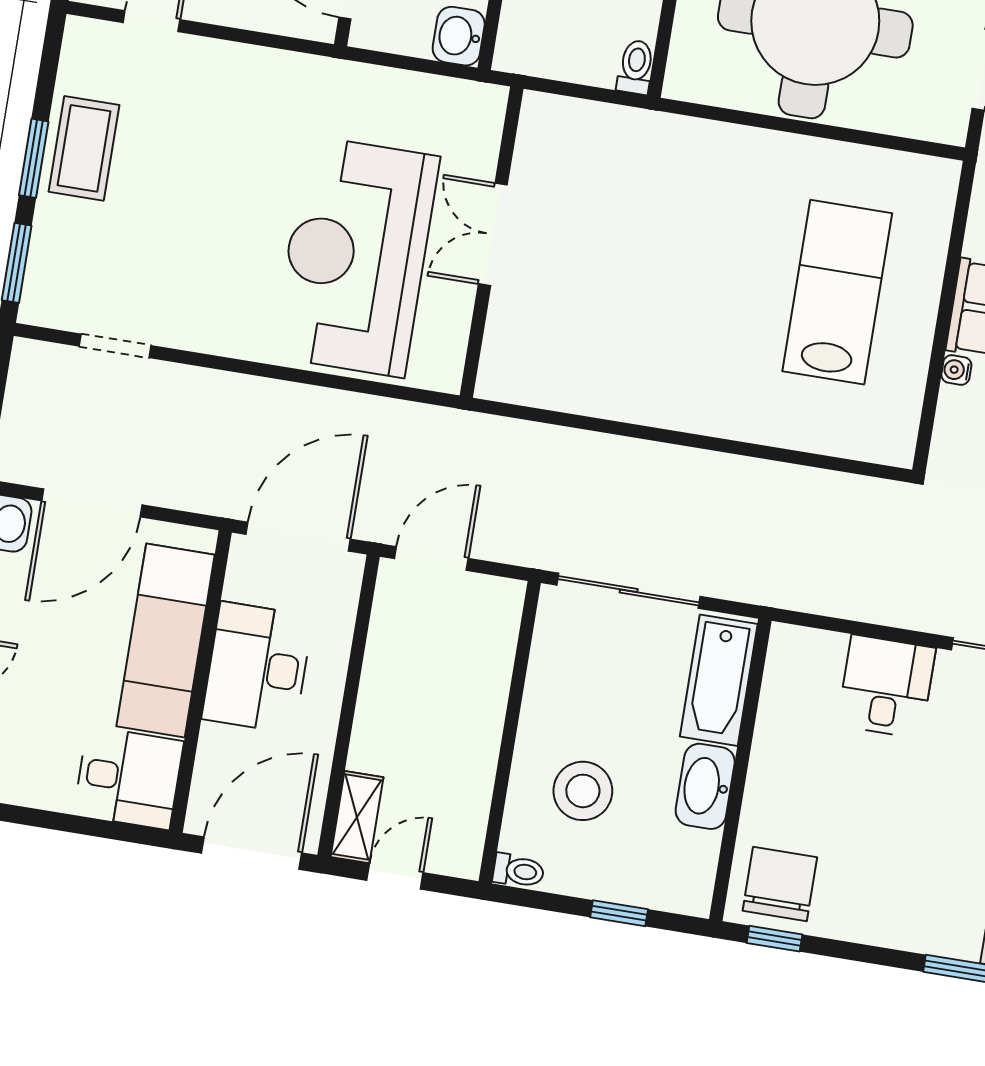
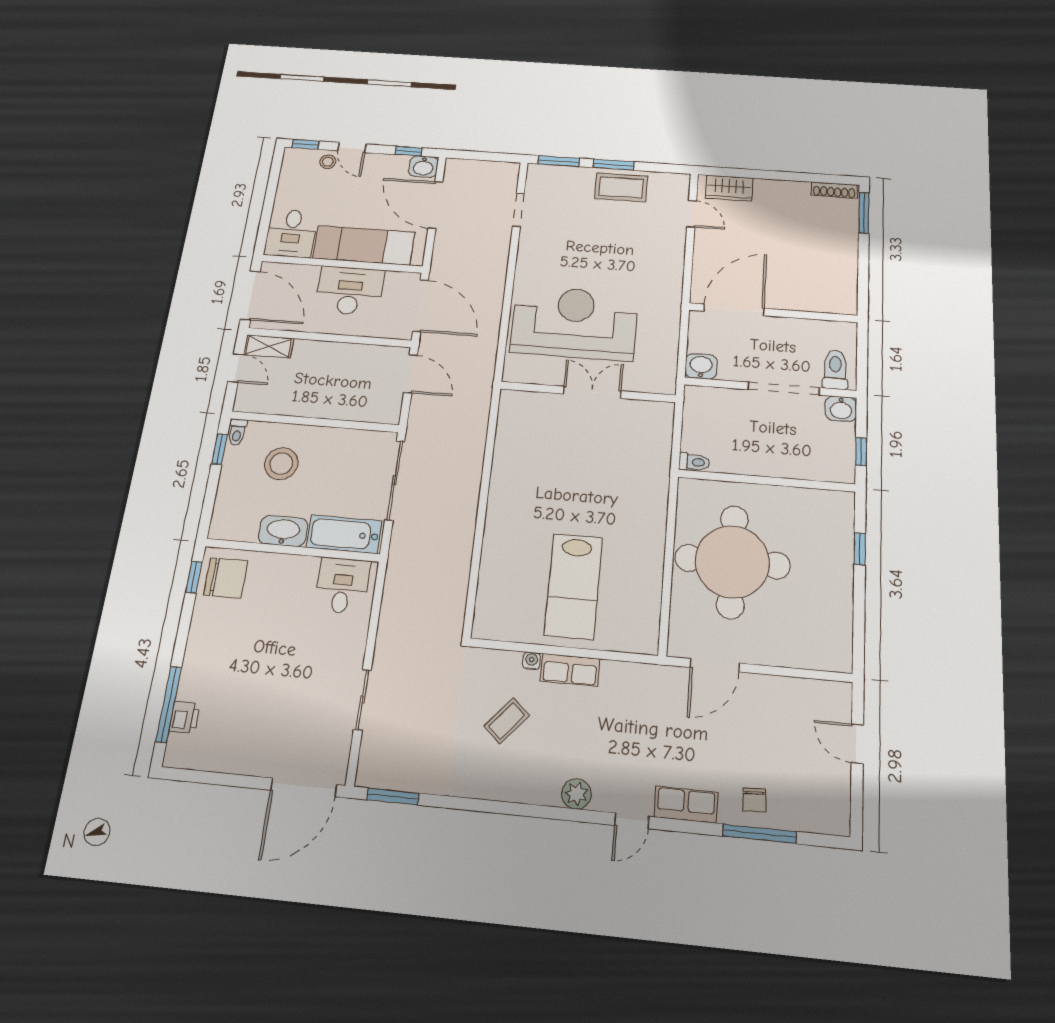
lab bench: (837, 292) -> (573, 586), turned 90
desk: (886, 686) -> (342, 586), moved, turned -90
window: (619, 913) -> (220, 449), moved

